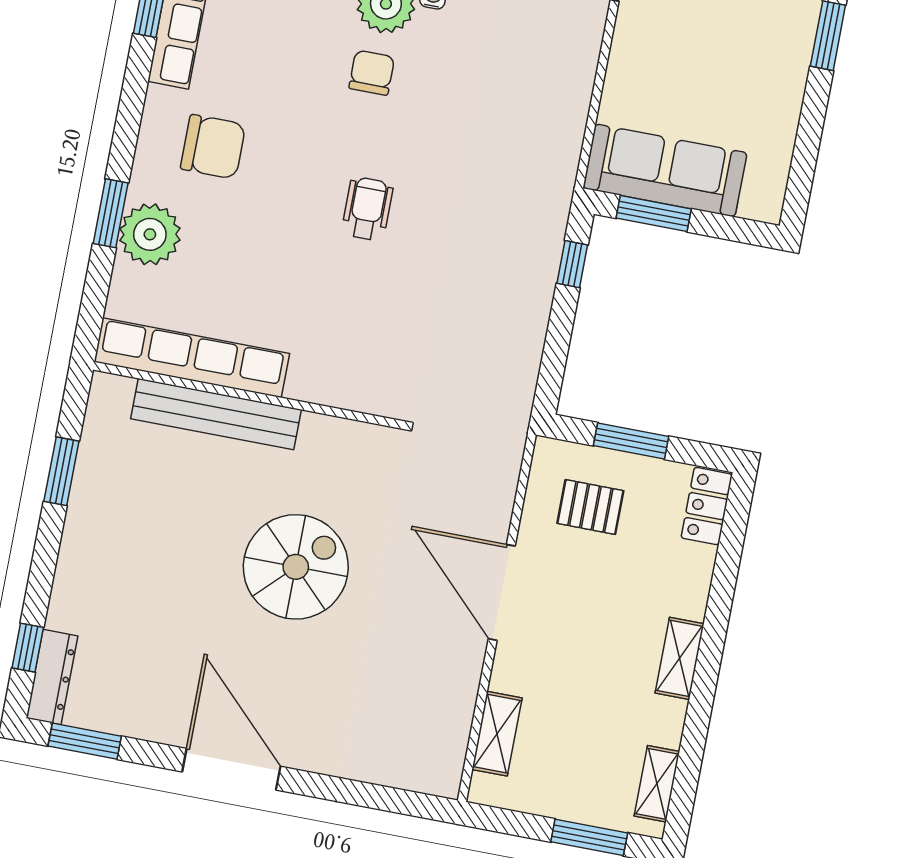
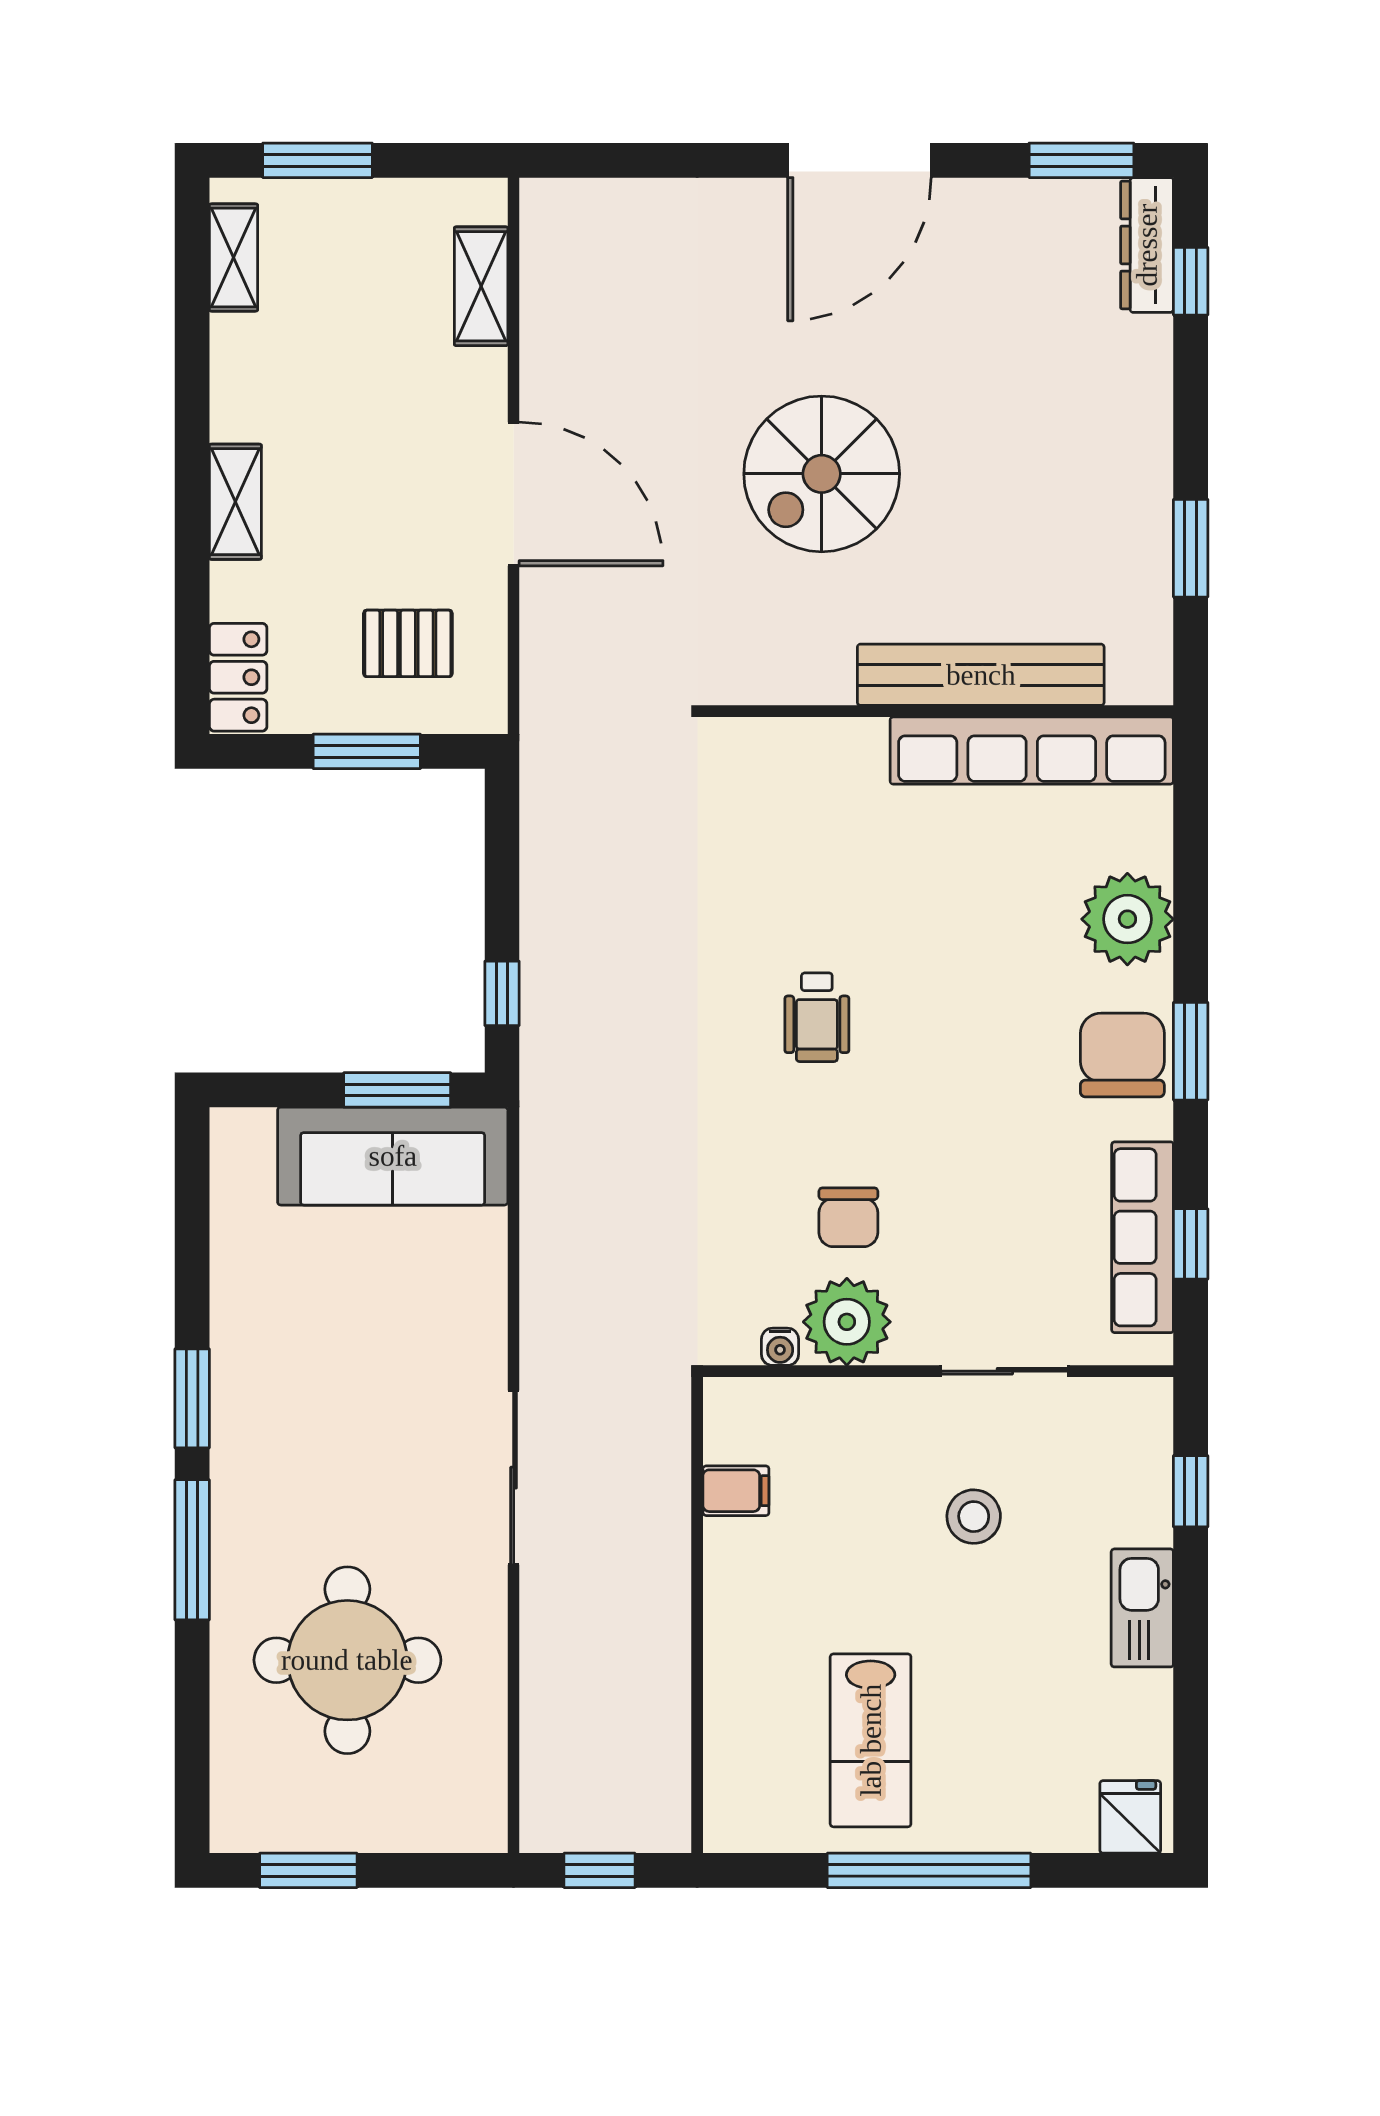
chair: (213, 147) -> (1122, 1055), moved, turned 90
window: (111, 213) -> (1191, 1051), moved
shelving: (680, 658) -> (235, 502), moved
door: (231, 769) -> (859, 160), hinge flipped

